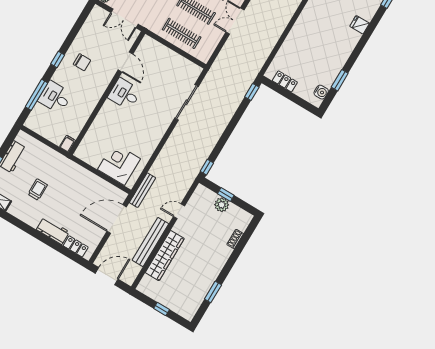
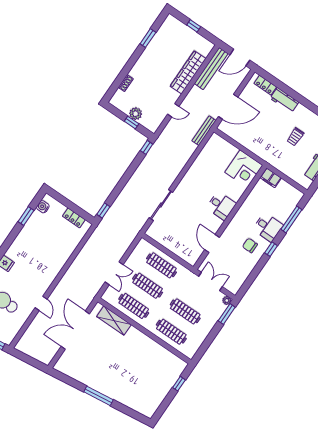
desk: (125, 94) -> (221, 206), moved
desk: (55, 97) -> (268, 227), moved
filing cabinet: (68, 144) -> (271, 178), width x2.00
corner desk: (119, 164) -> (244, 169), moved
bench: (150, 242) -> (211, 69), moved

